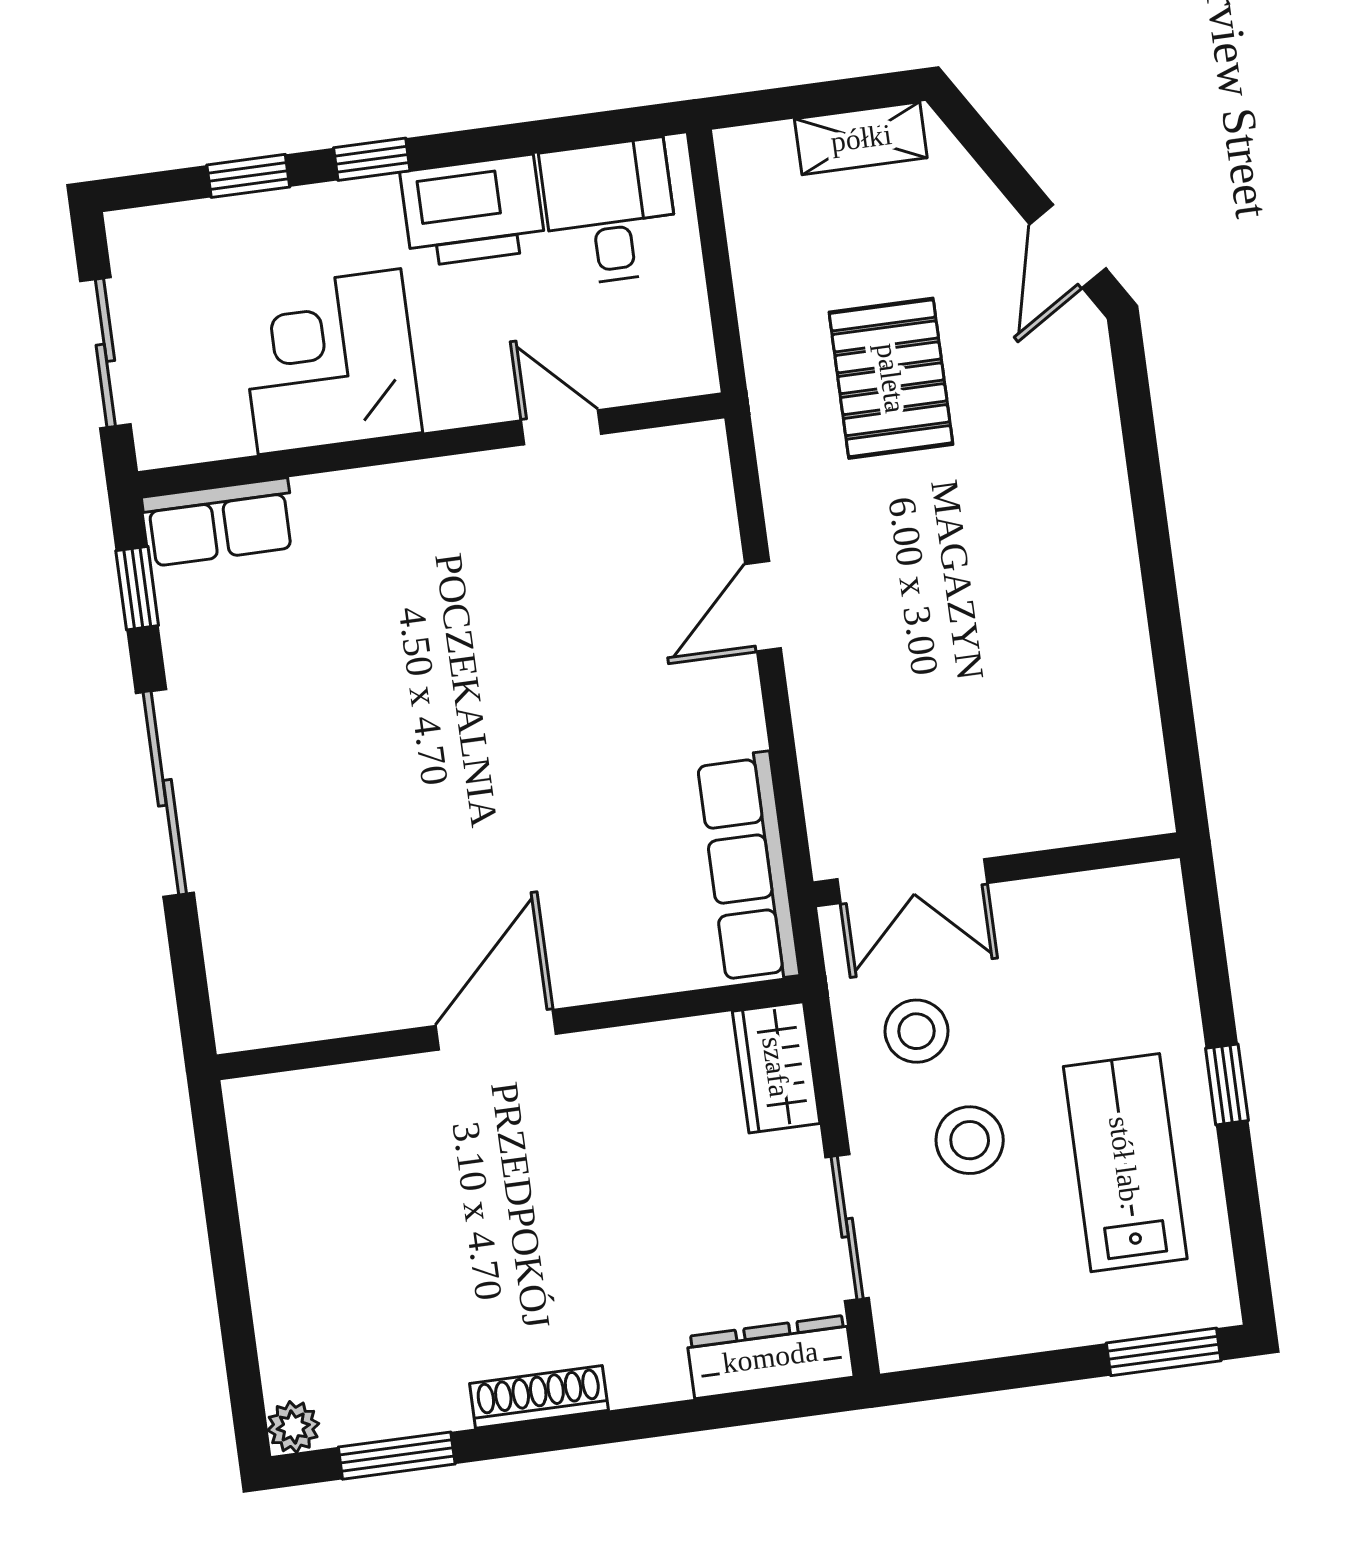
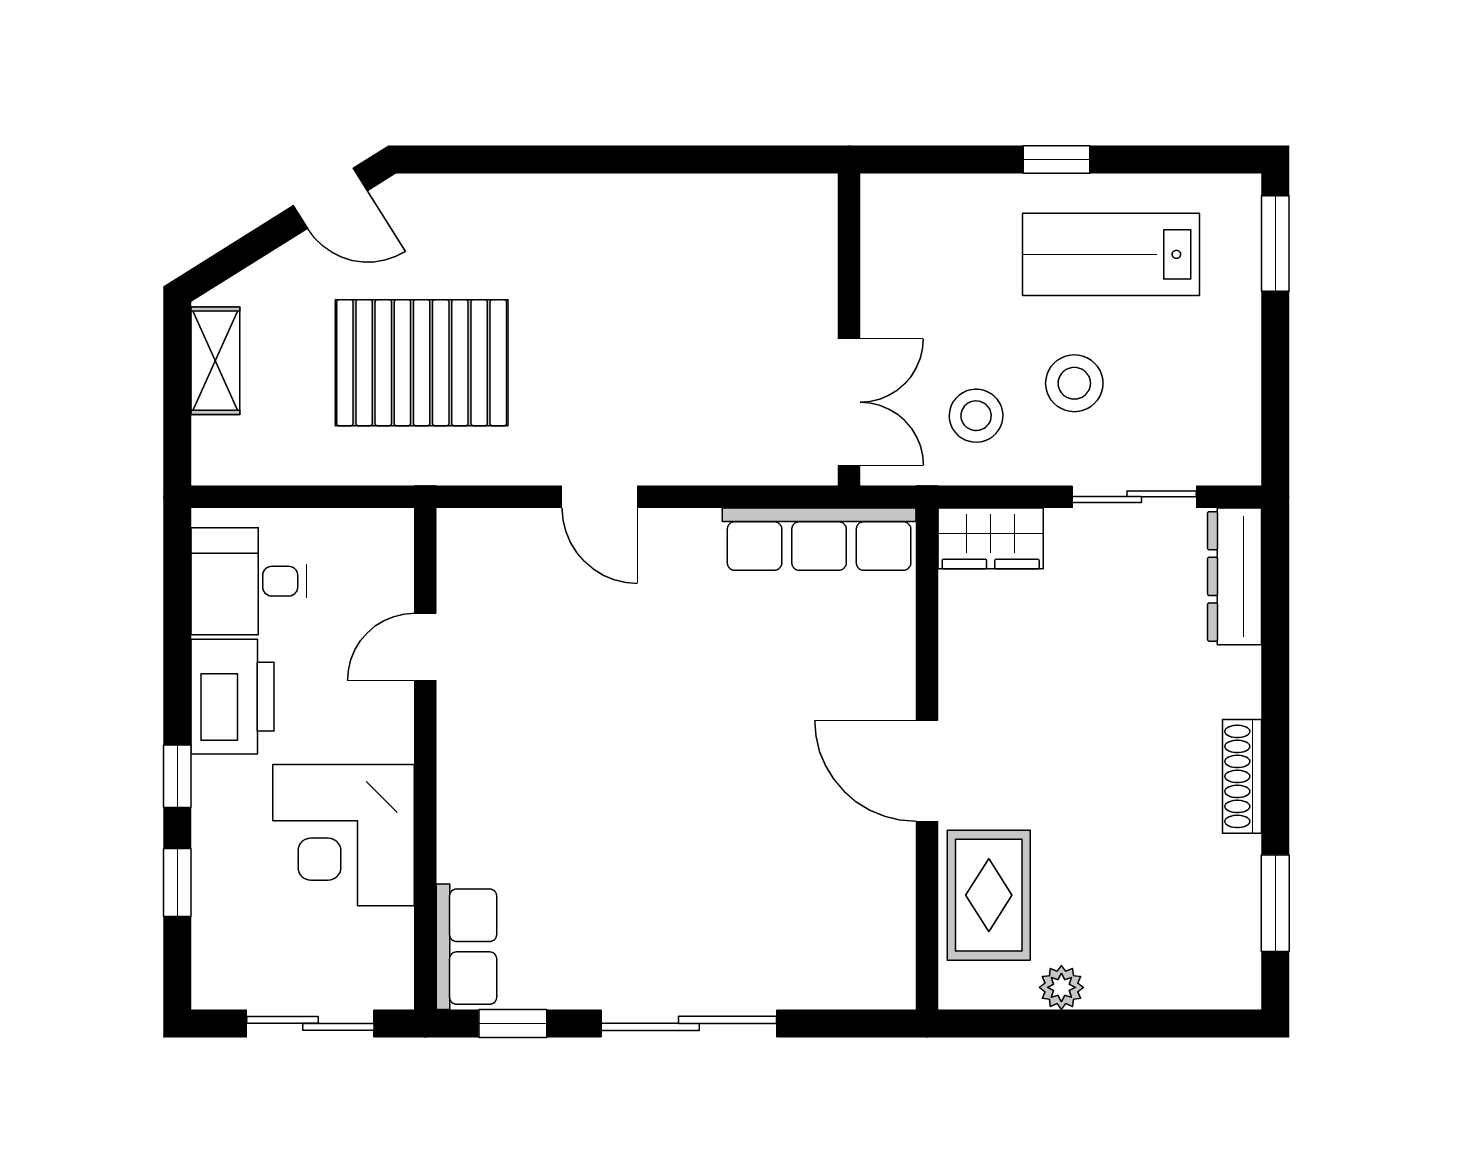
pallet: (891, 378) -> (422, 363), width x1.37, depth x1.41
rug: (361, 1121) -> (989, 895), added
plant: (293, 1427) -> (1061, 987), moved

